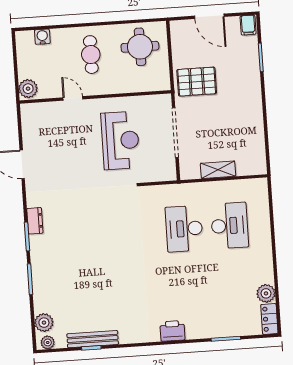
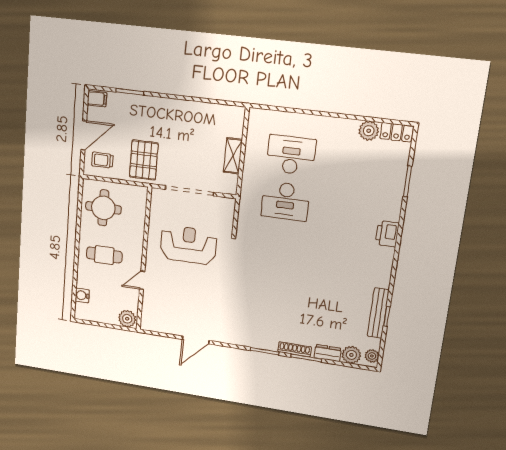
trolley: (188, 39) -> (102, 160), added
dresser: (35, 221) -> (328, 353), moved
shoe rack: (36, 266) -> (295, 349), added

